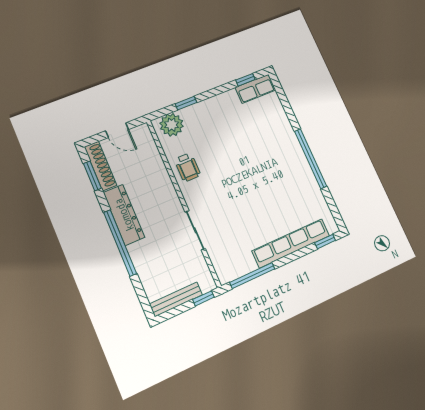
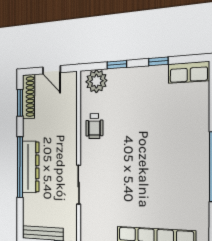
window: (245, 80) -> (158, 61), moved
dresser: (124, 215) -> (31, 167), moved

